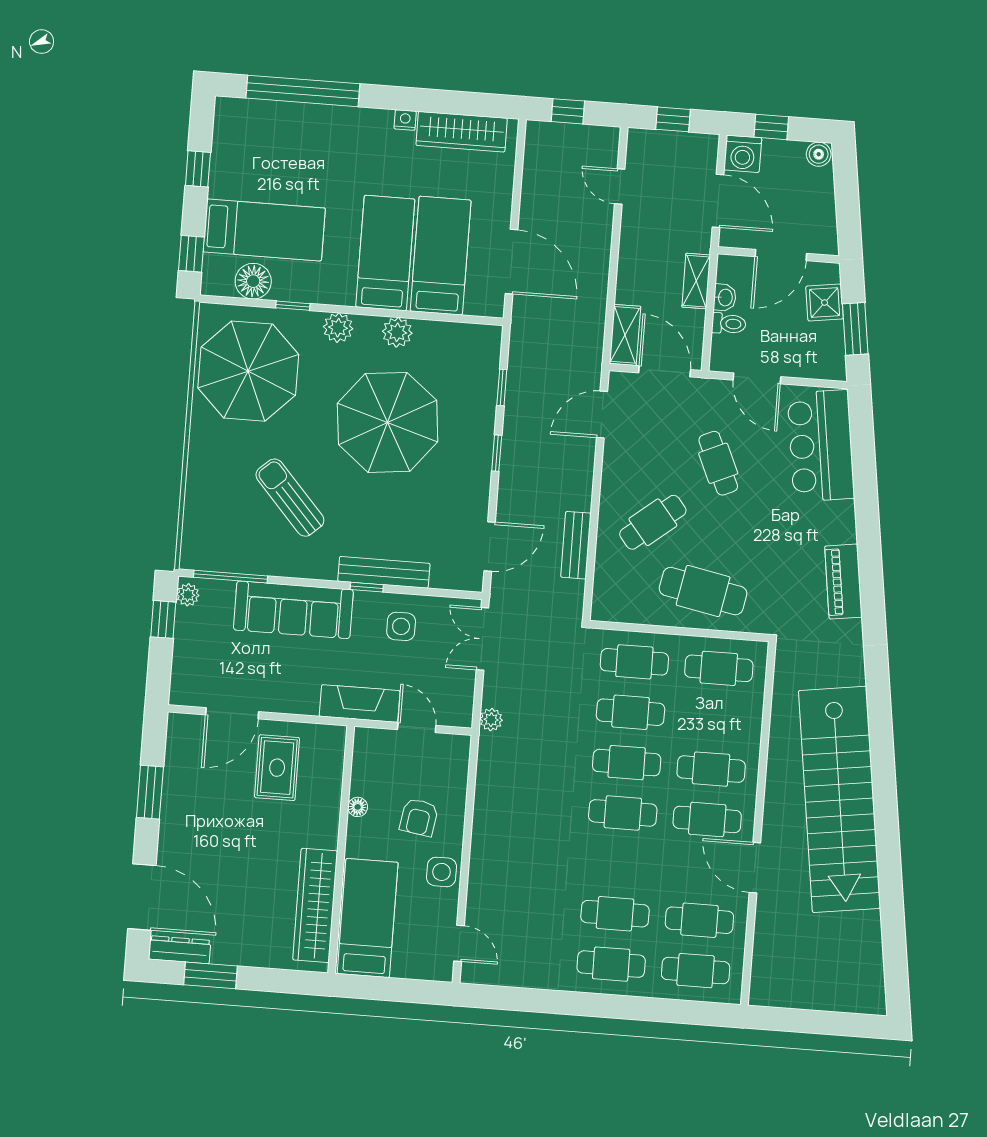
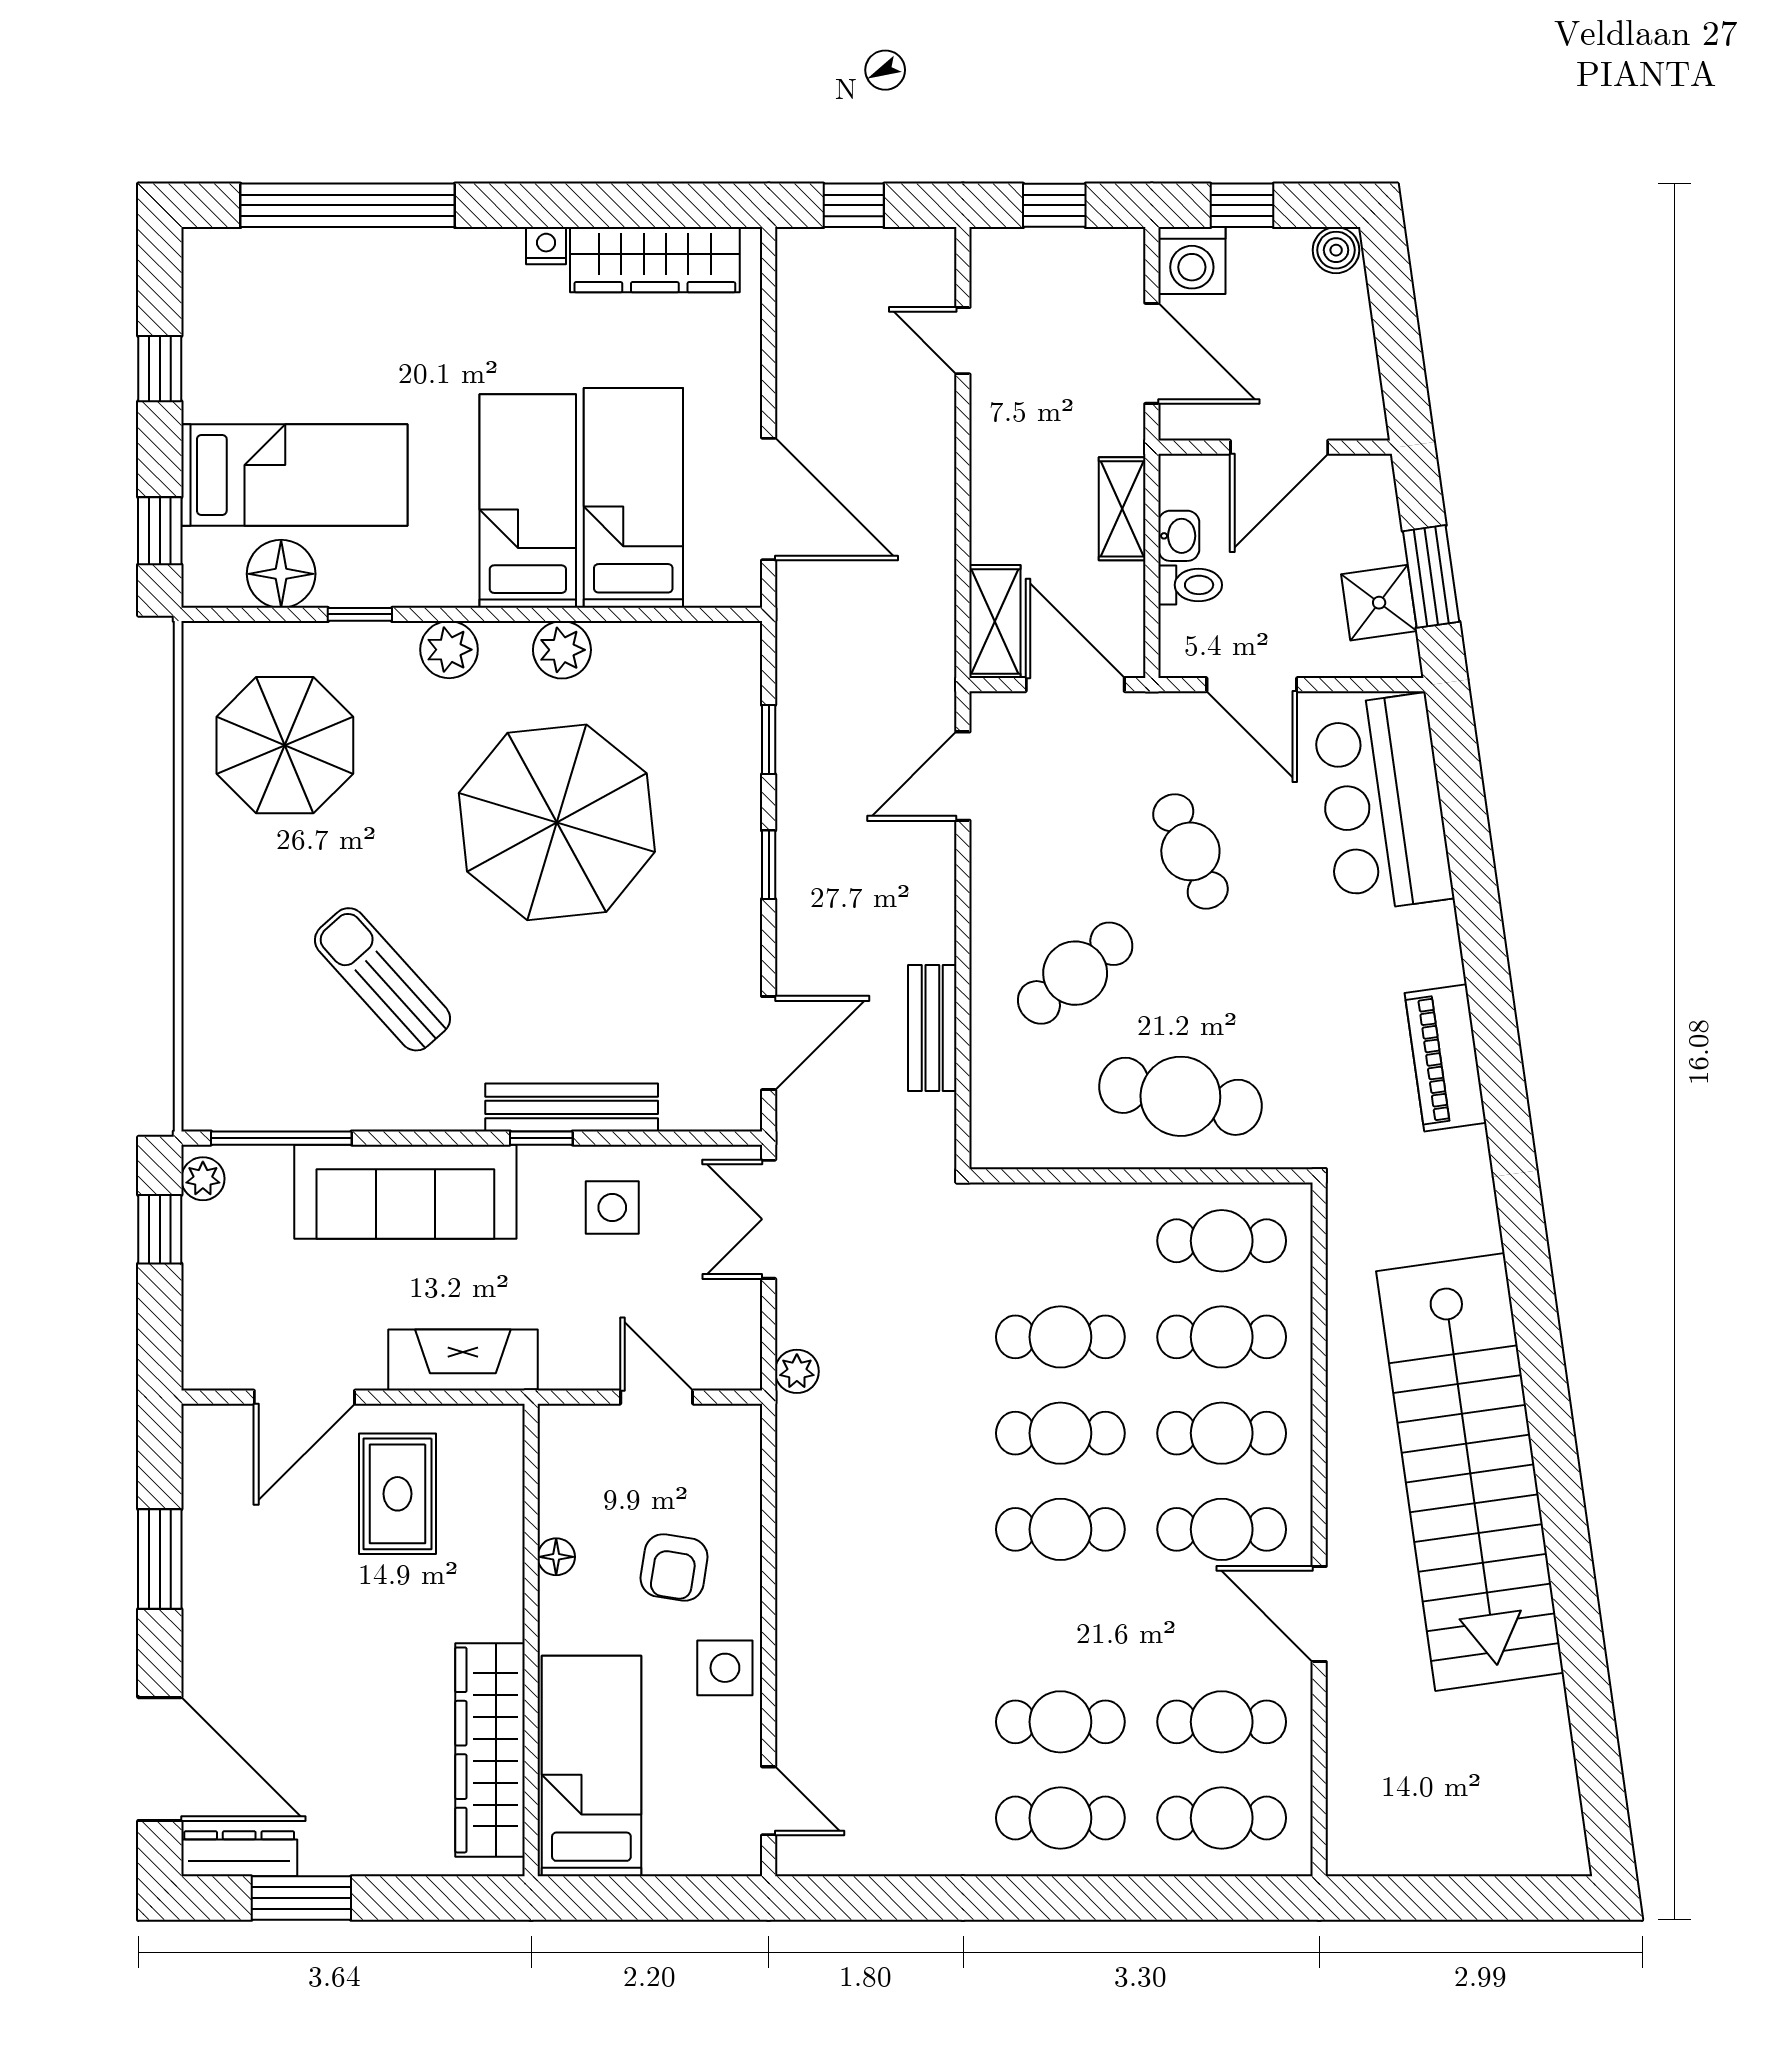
shower: (825, 303) -> (1379, 603), moved
parasol: (248, 371) -> (285, 745), width x0.73, depth x0.73
cafe table: (634, 662) -> (1222, 1337), moved
fireplace: (360, 703) -> (463, 1360), moved

